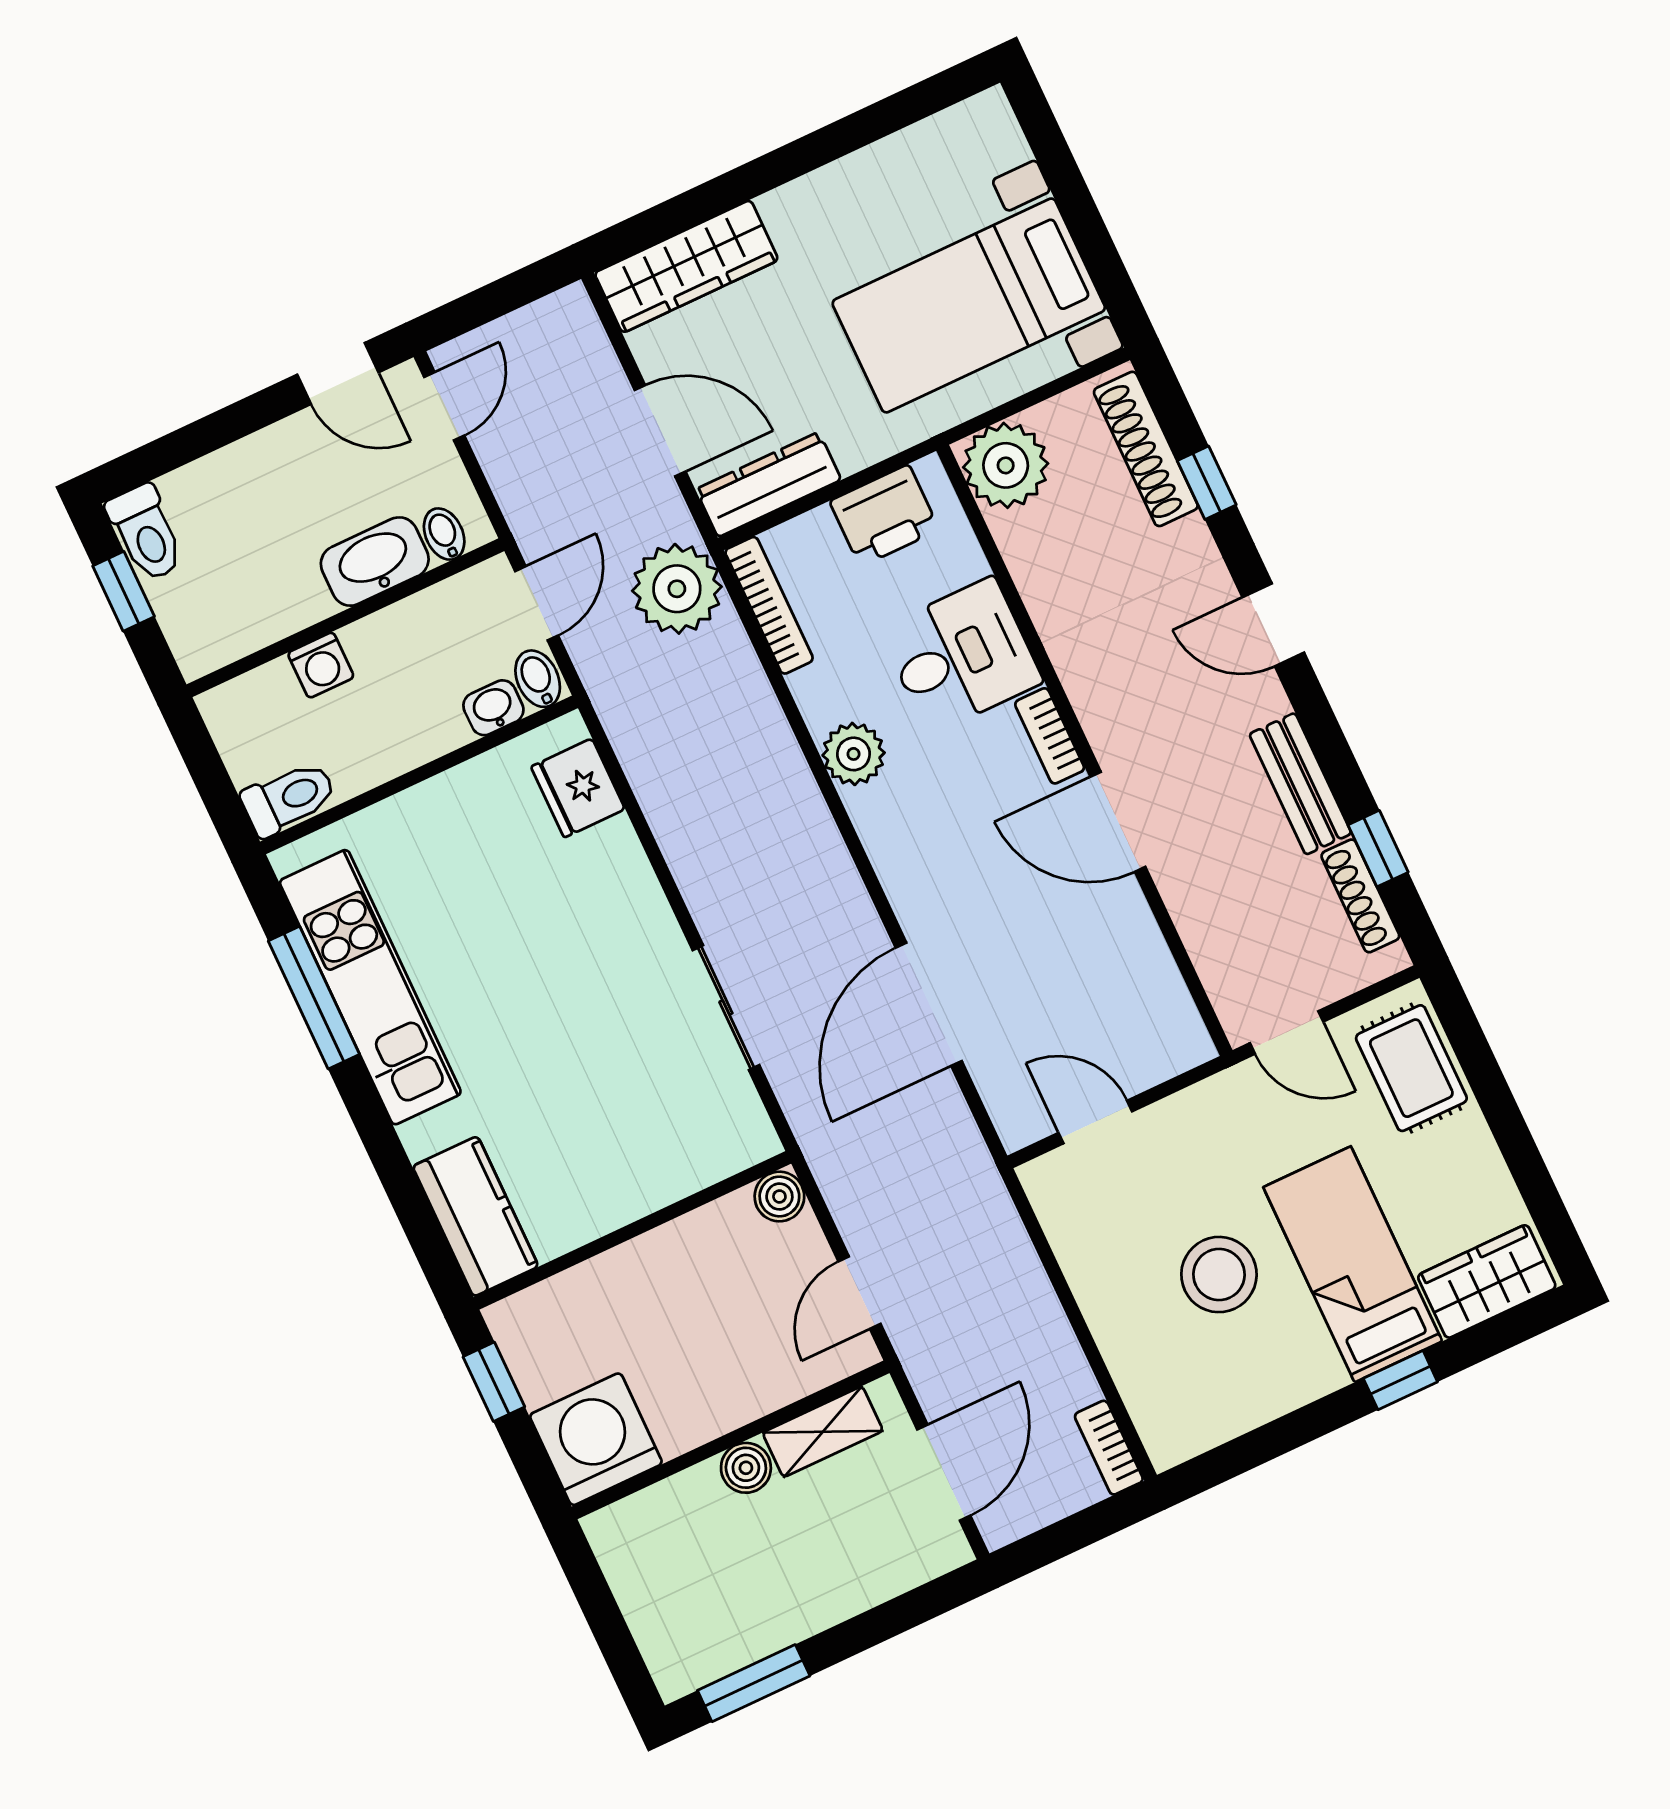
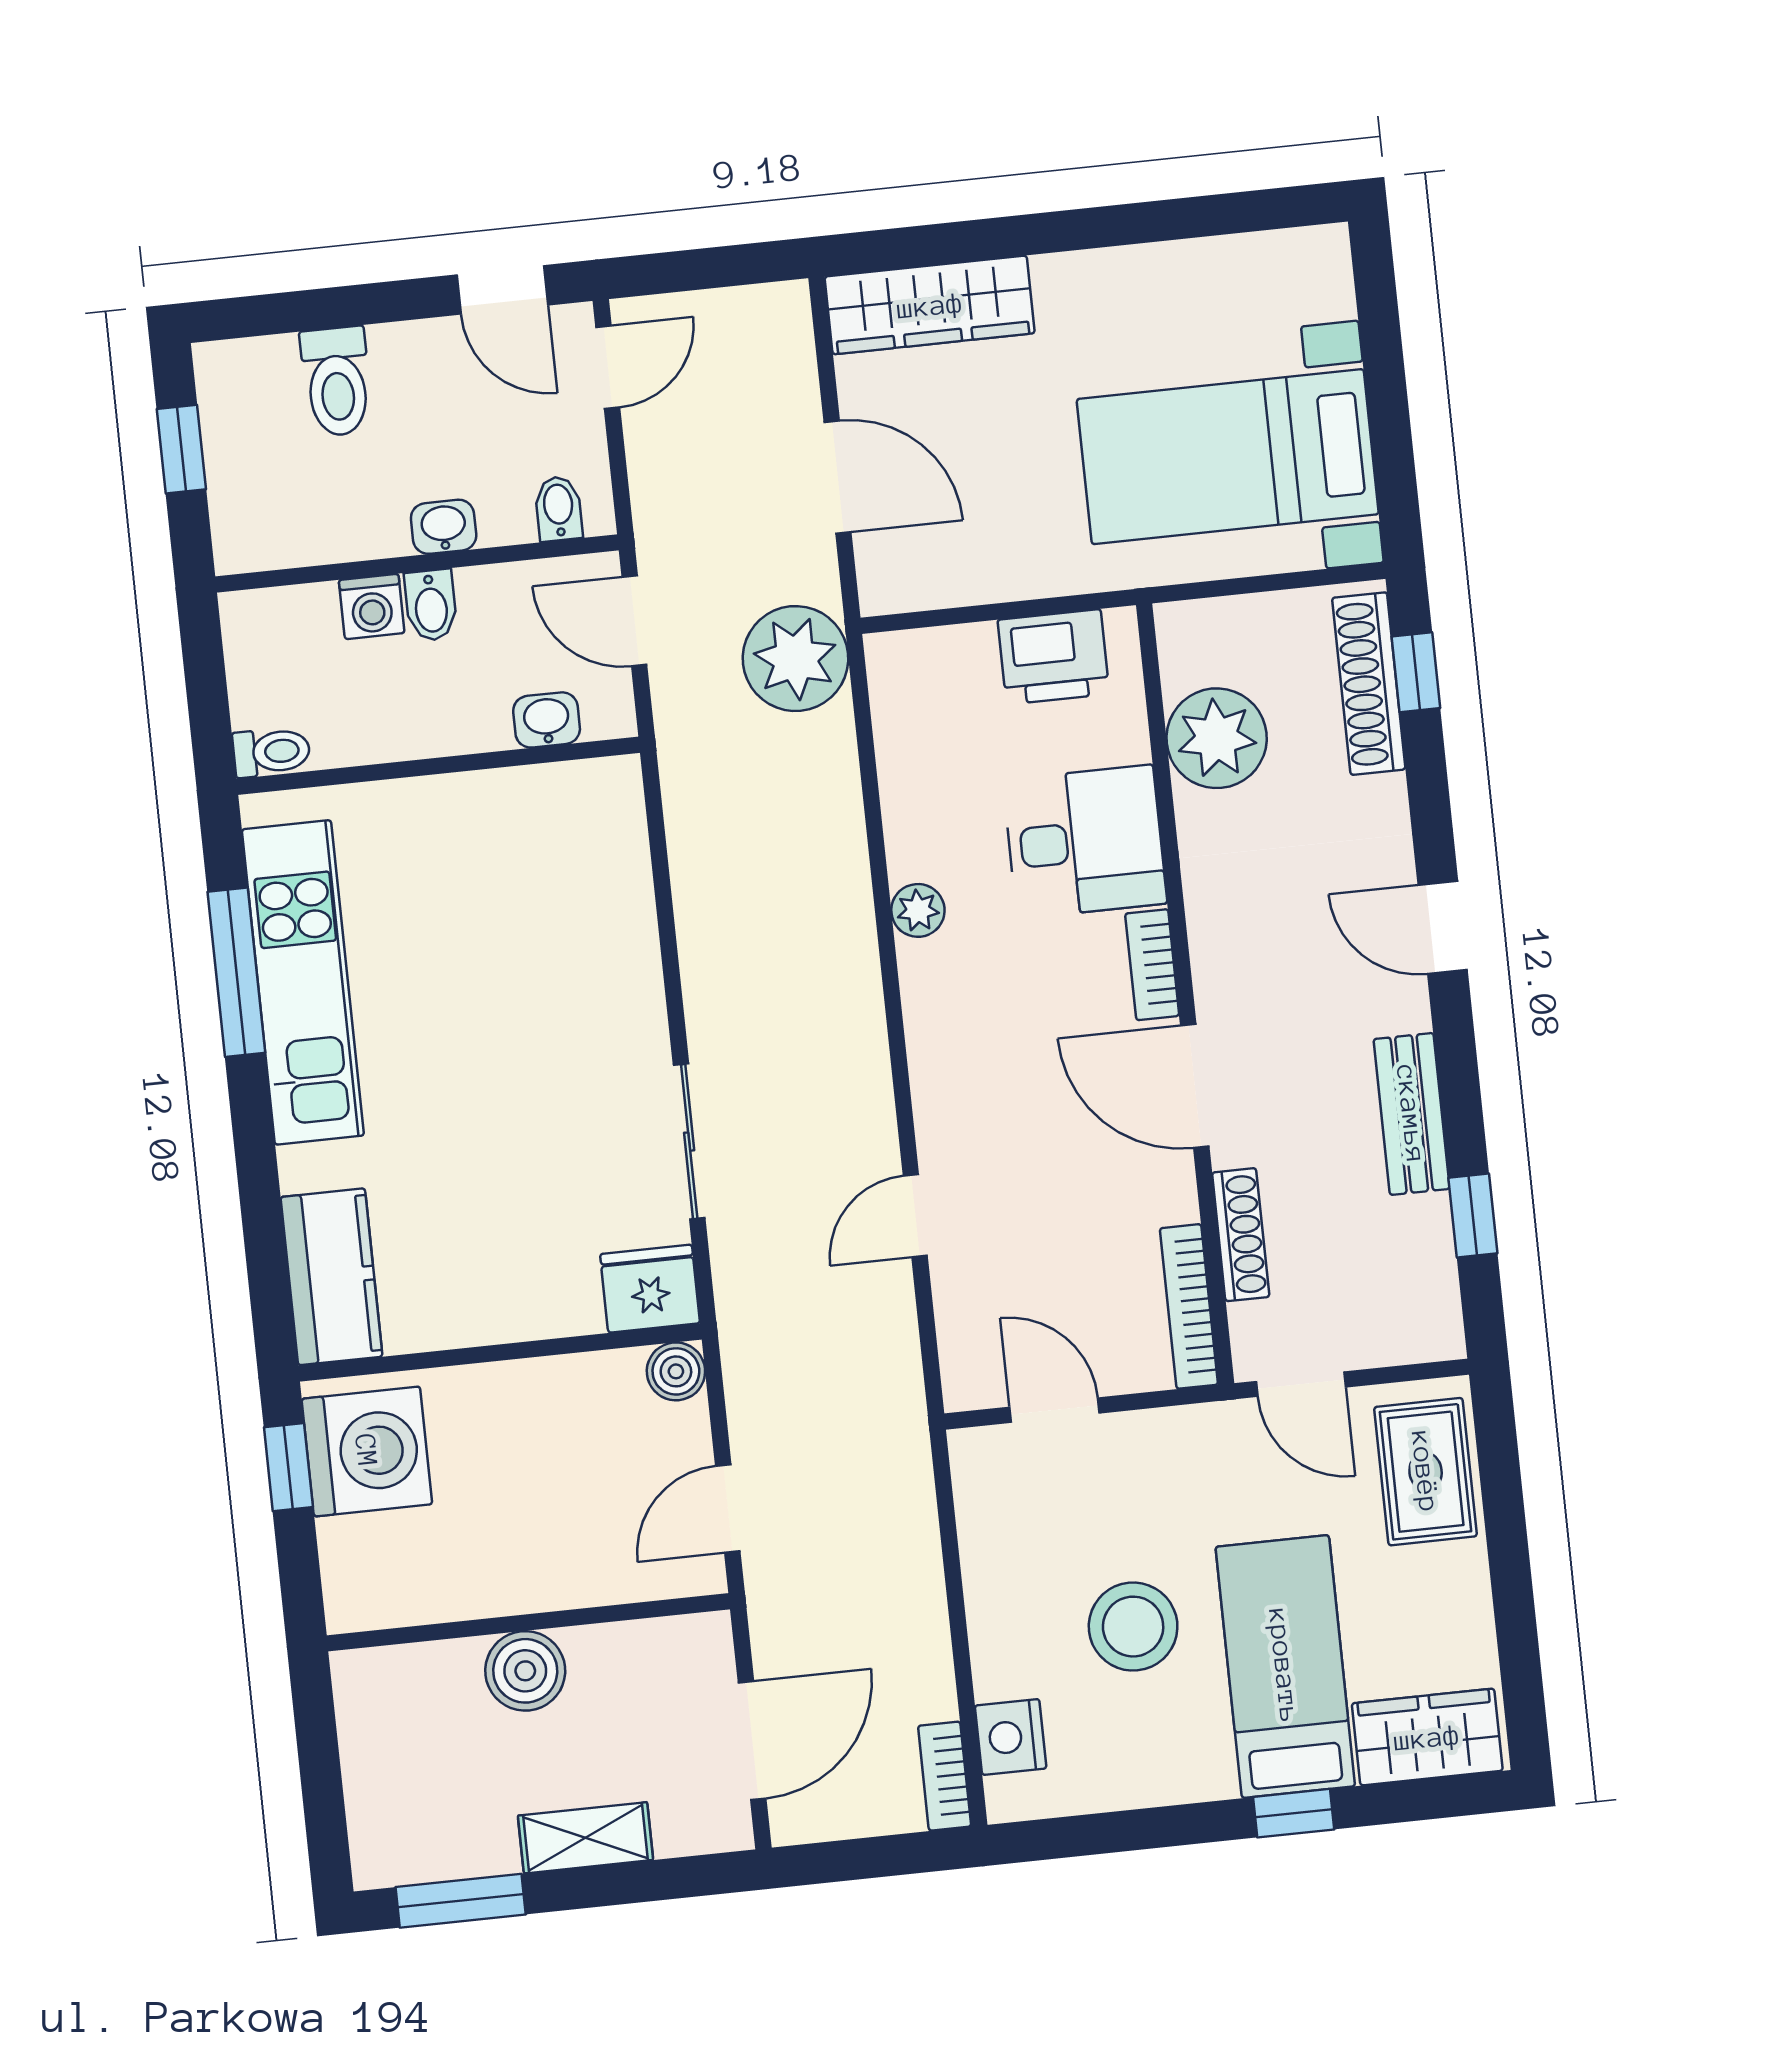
plant: (1006, 465) -> (1217, 738), moved
window: (1207, 483) -> (1416, 672), moved
dresser: (768, 485) -> (937, 578), removed
toilet: (146, 533) -> (337, 381), moved
washbasin: (375, 562) -> (444, 527), width x0.52, depth x0.69
door: (537, 603) -> (634, 621), swing flipped
bookcase: (769, 605) -> (1189, 1306), moved, turned 180
bidet: (538, 679) -> (431, 605), moved, turned 180
plant: (854, 754) -> (918, 910), width x0.73, depth x0.73
fridge: (578, 788) -> (650, 1289), moved, turned 90
toilet: (289, 798) -> (271, 752), width x0.73, depth x0.72
shoe rack: (1360, 896) -> (1241, 1235), moved, turned 180
door: (929, 1004) -> (915, 1216), width x0.53
nightstand: (1151, 1398) -> (1011, 1737), added
shelving: (823, 1432) -> (585, 1838), moved
washing machine: (596, 1439) -> (367, 1451), moved, turned 90
boiler: (746, 1468) -> (525, 1671), width x1.36, depth x1.36

